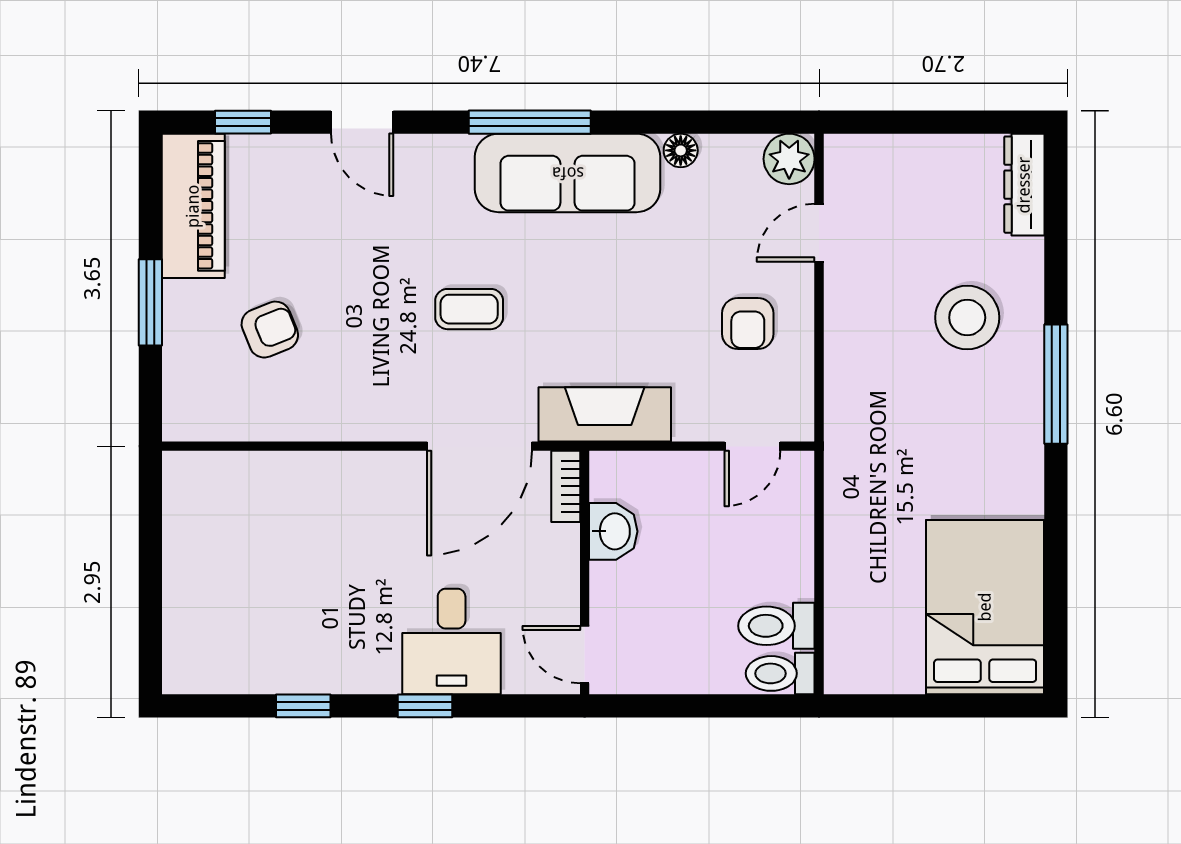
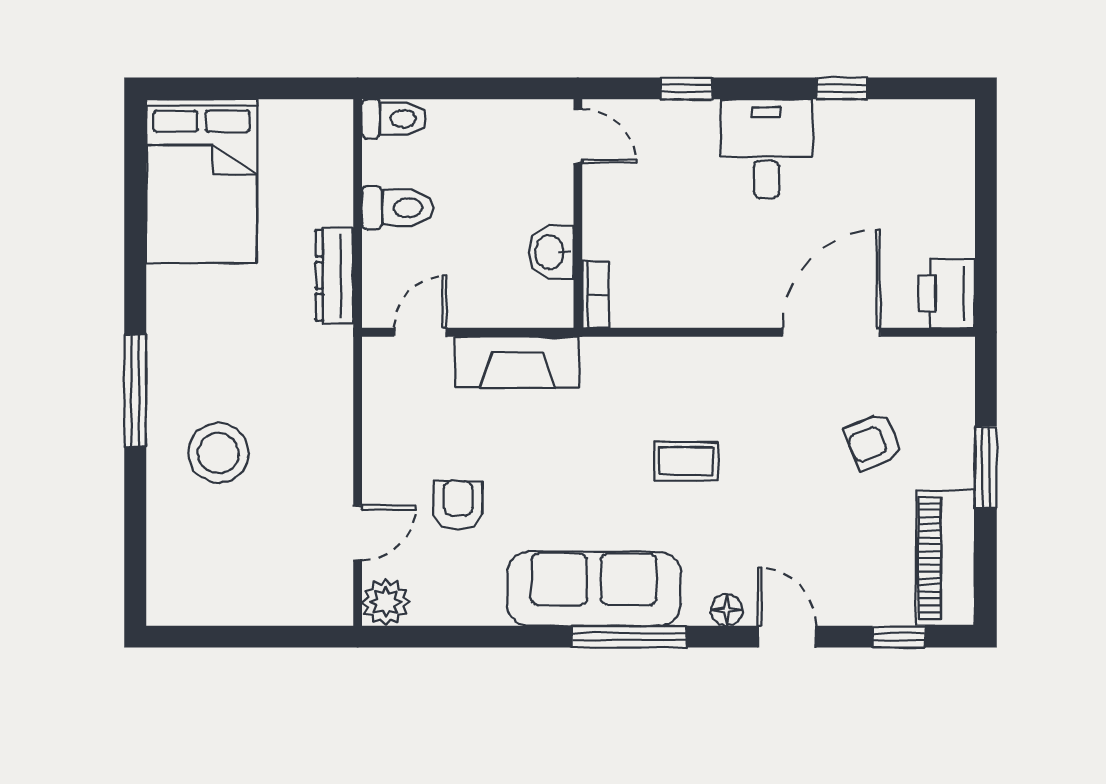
floor lamp: (681, 150) -> (727, 610), moved
dresser: (1024, 185) -> (335, 275), moved, turned 180
armchair: (748, 324) -> (458, 505), moved
fireplace: (605, 414) -> (517, 362), moved
door: (479, 446) -> (831, 332), moved
printer: (192, 487) -> (947, 294), added
toilet: (776, 626) -> (398, 208), moved
desk: (452, 641) -> (766, 149), moved
window: (425, 706) -> (686, 88), moved

